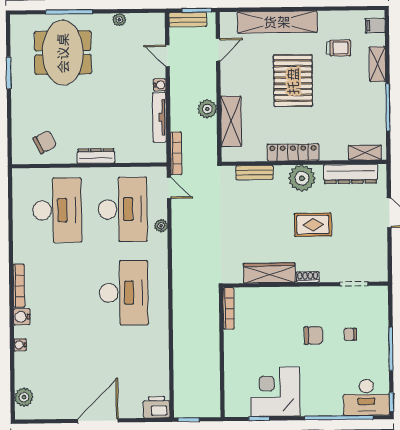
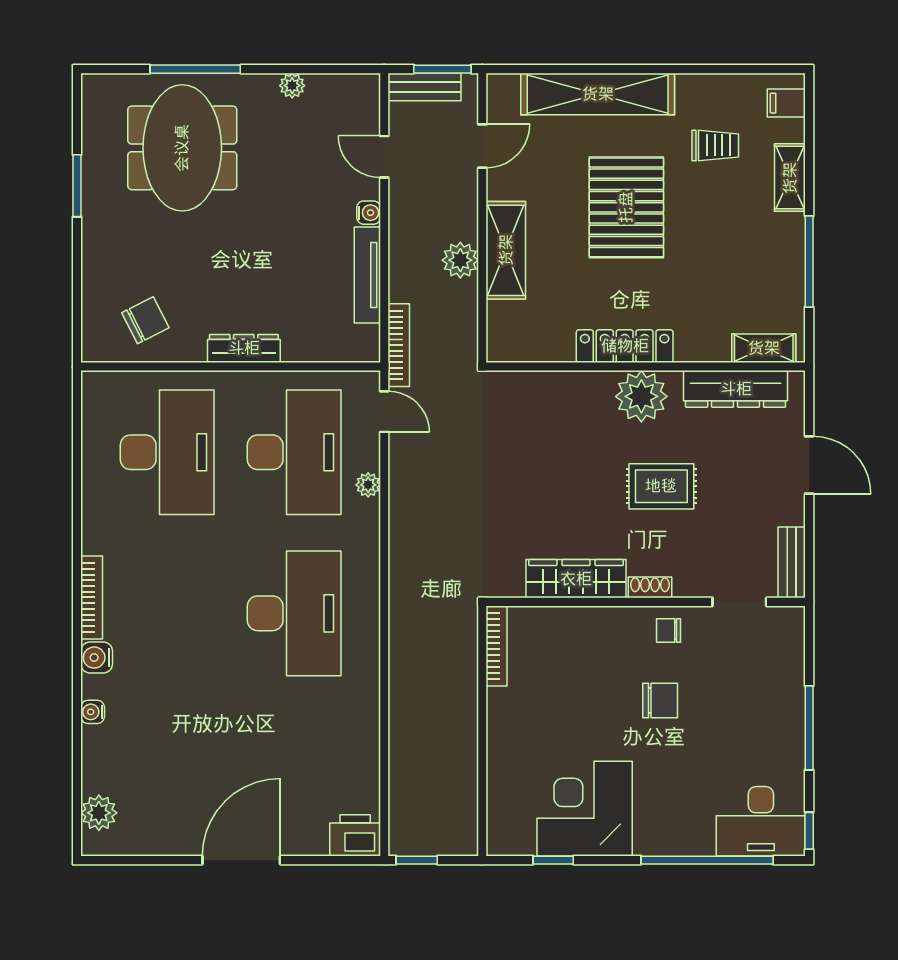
shelving: (231, 121) -> (506, 250), moved
bench: (254, 172) -> (792, 562), moved, turned 90
chair: (350, 334) -> (668, 630), moved

